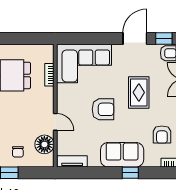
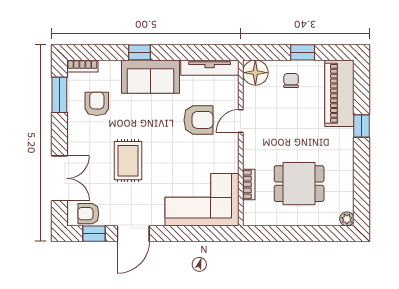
armchair: (103, 109) -> (199, 120), moved, turned 180
door: (55, 122) -> (241, 121), hinge flipped
floor lamp: (44, 144) -> (255, 73), moved
tv unit: (72, 161) -> (210, 68), width x1.41

